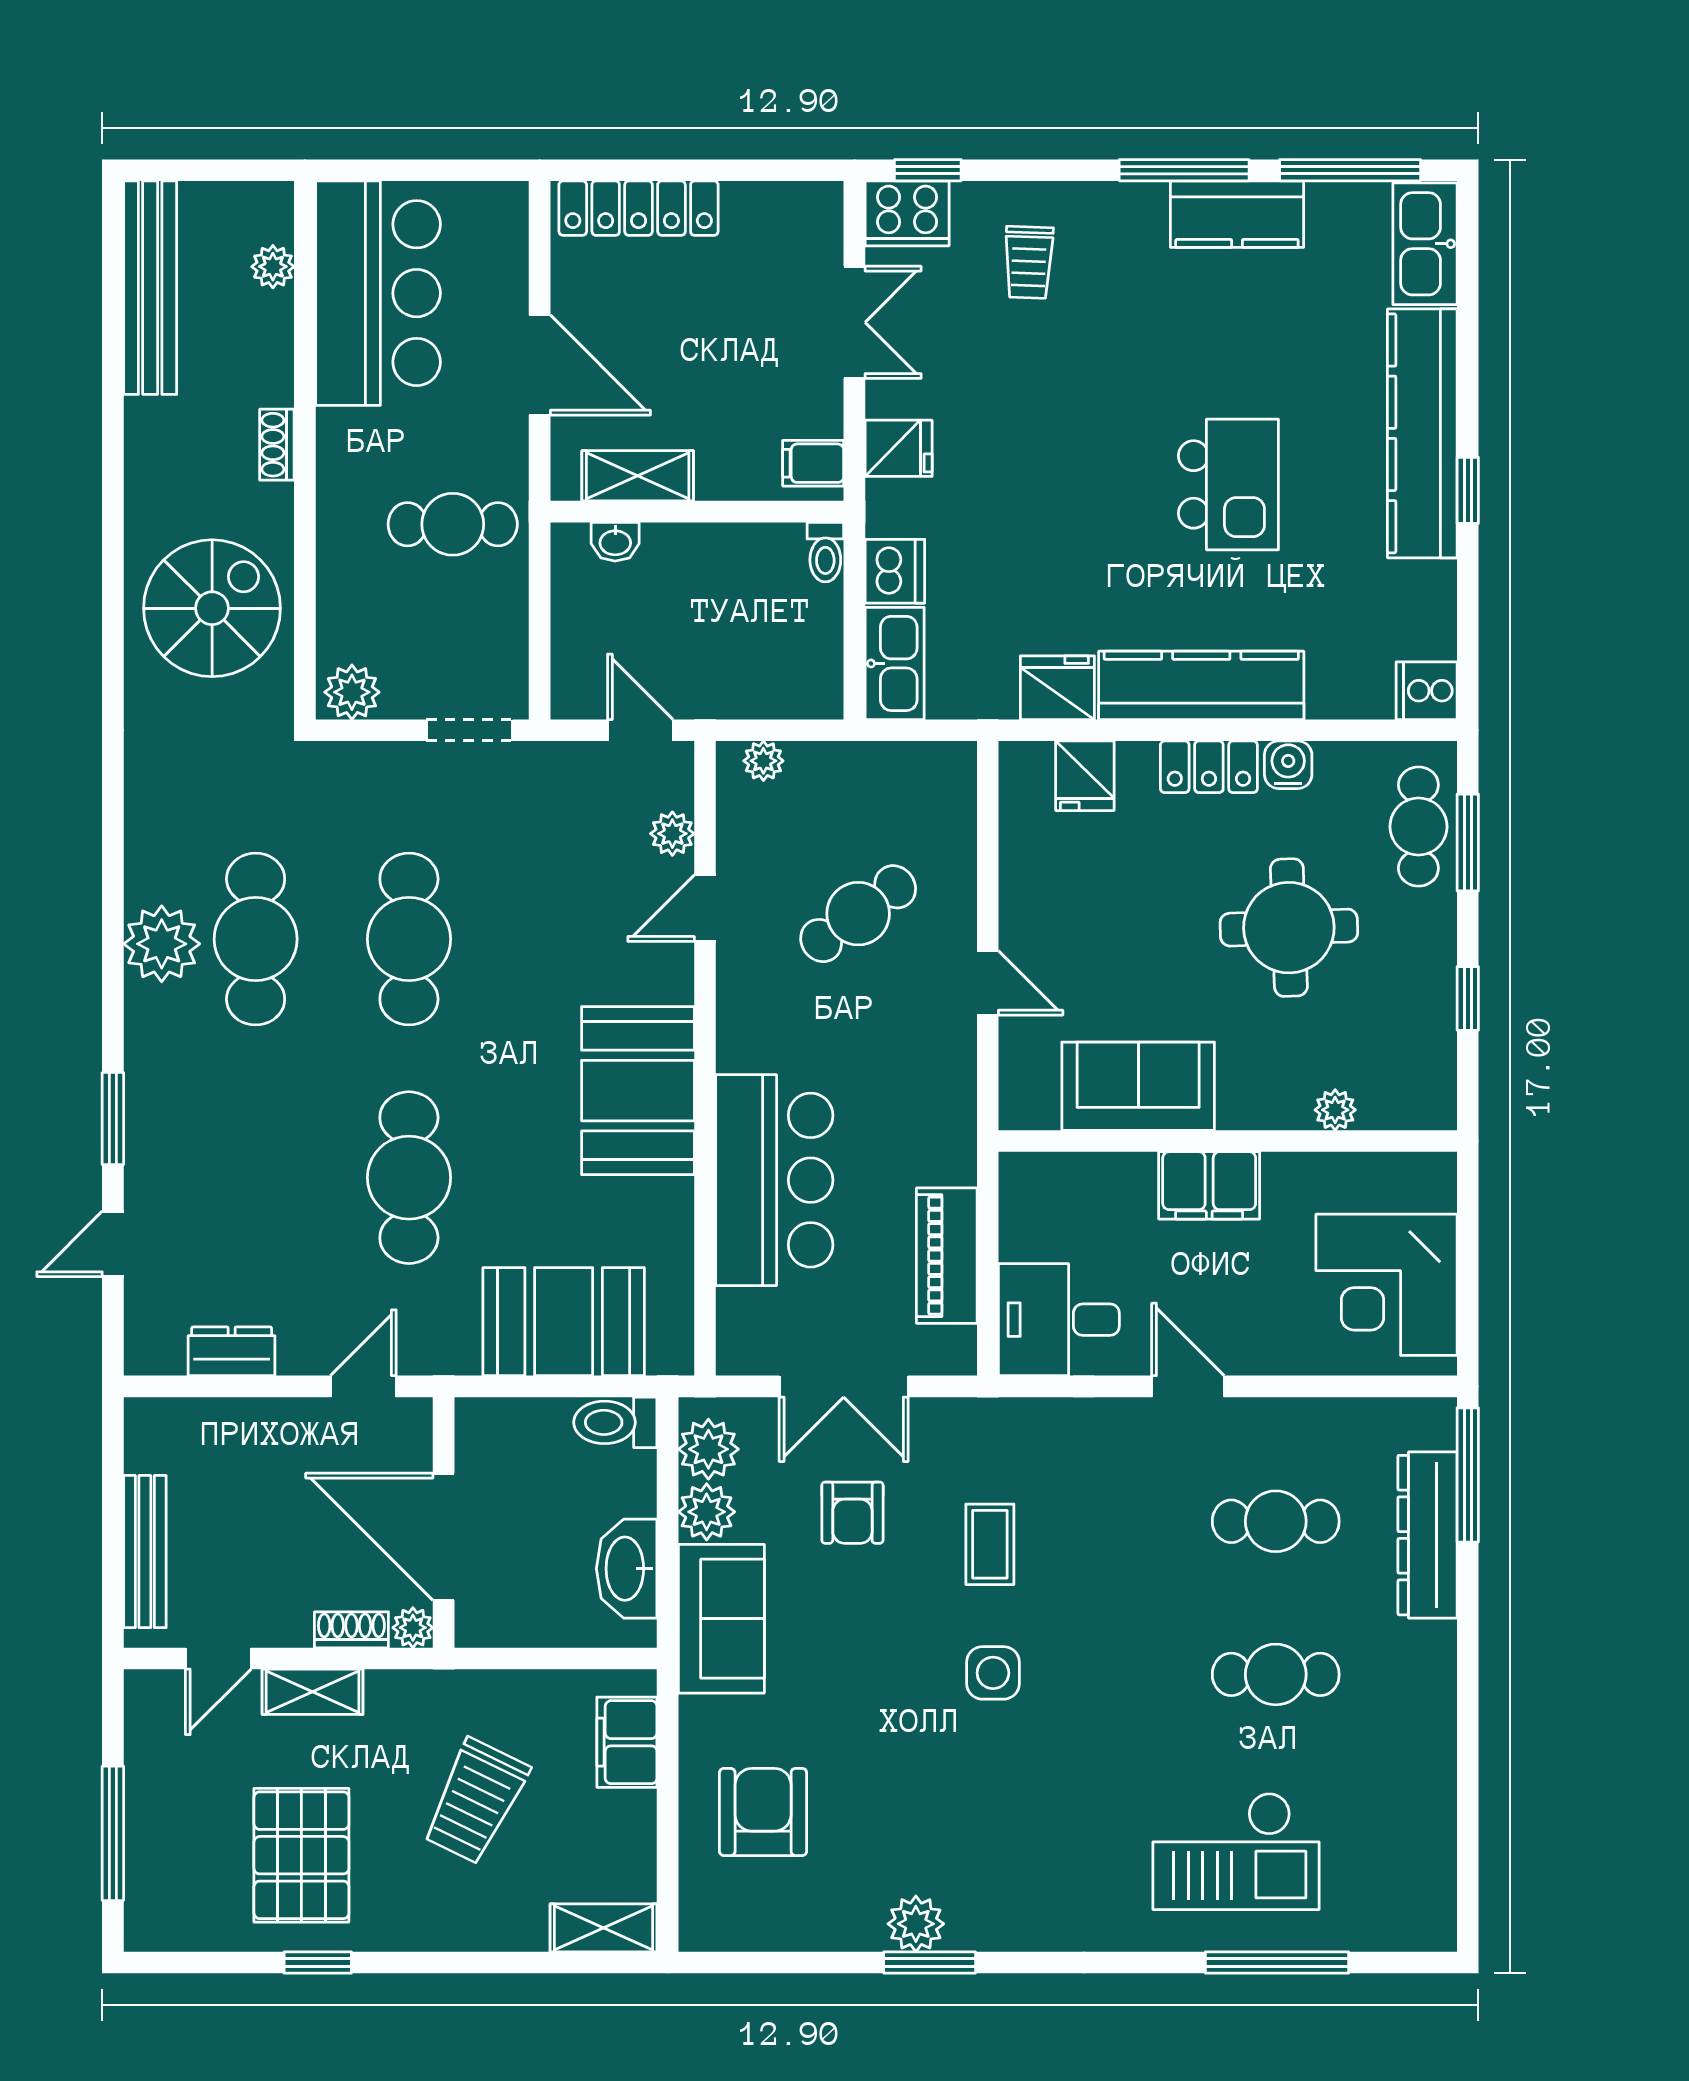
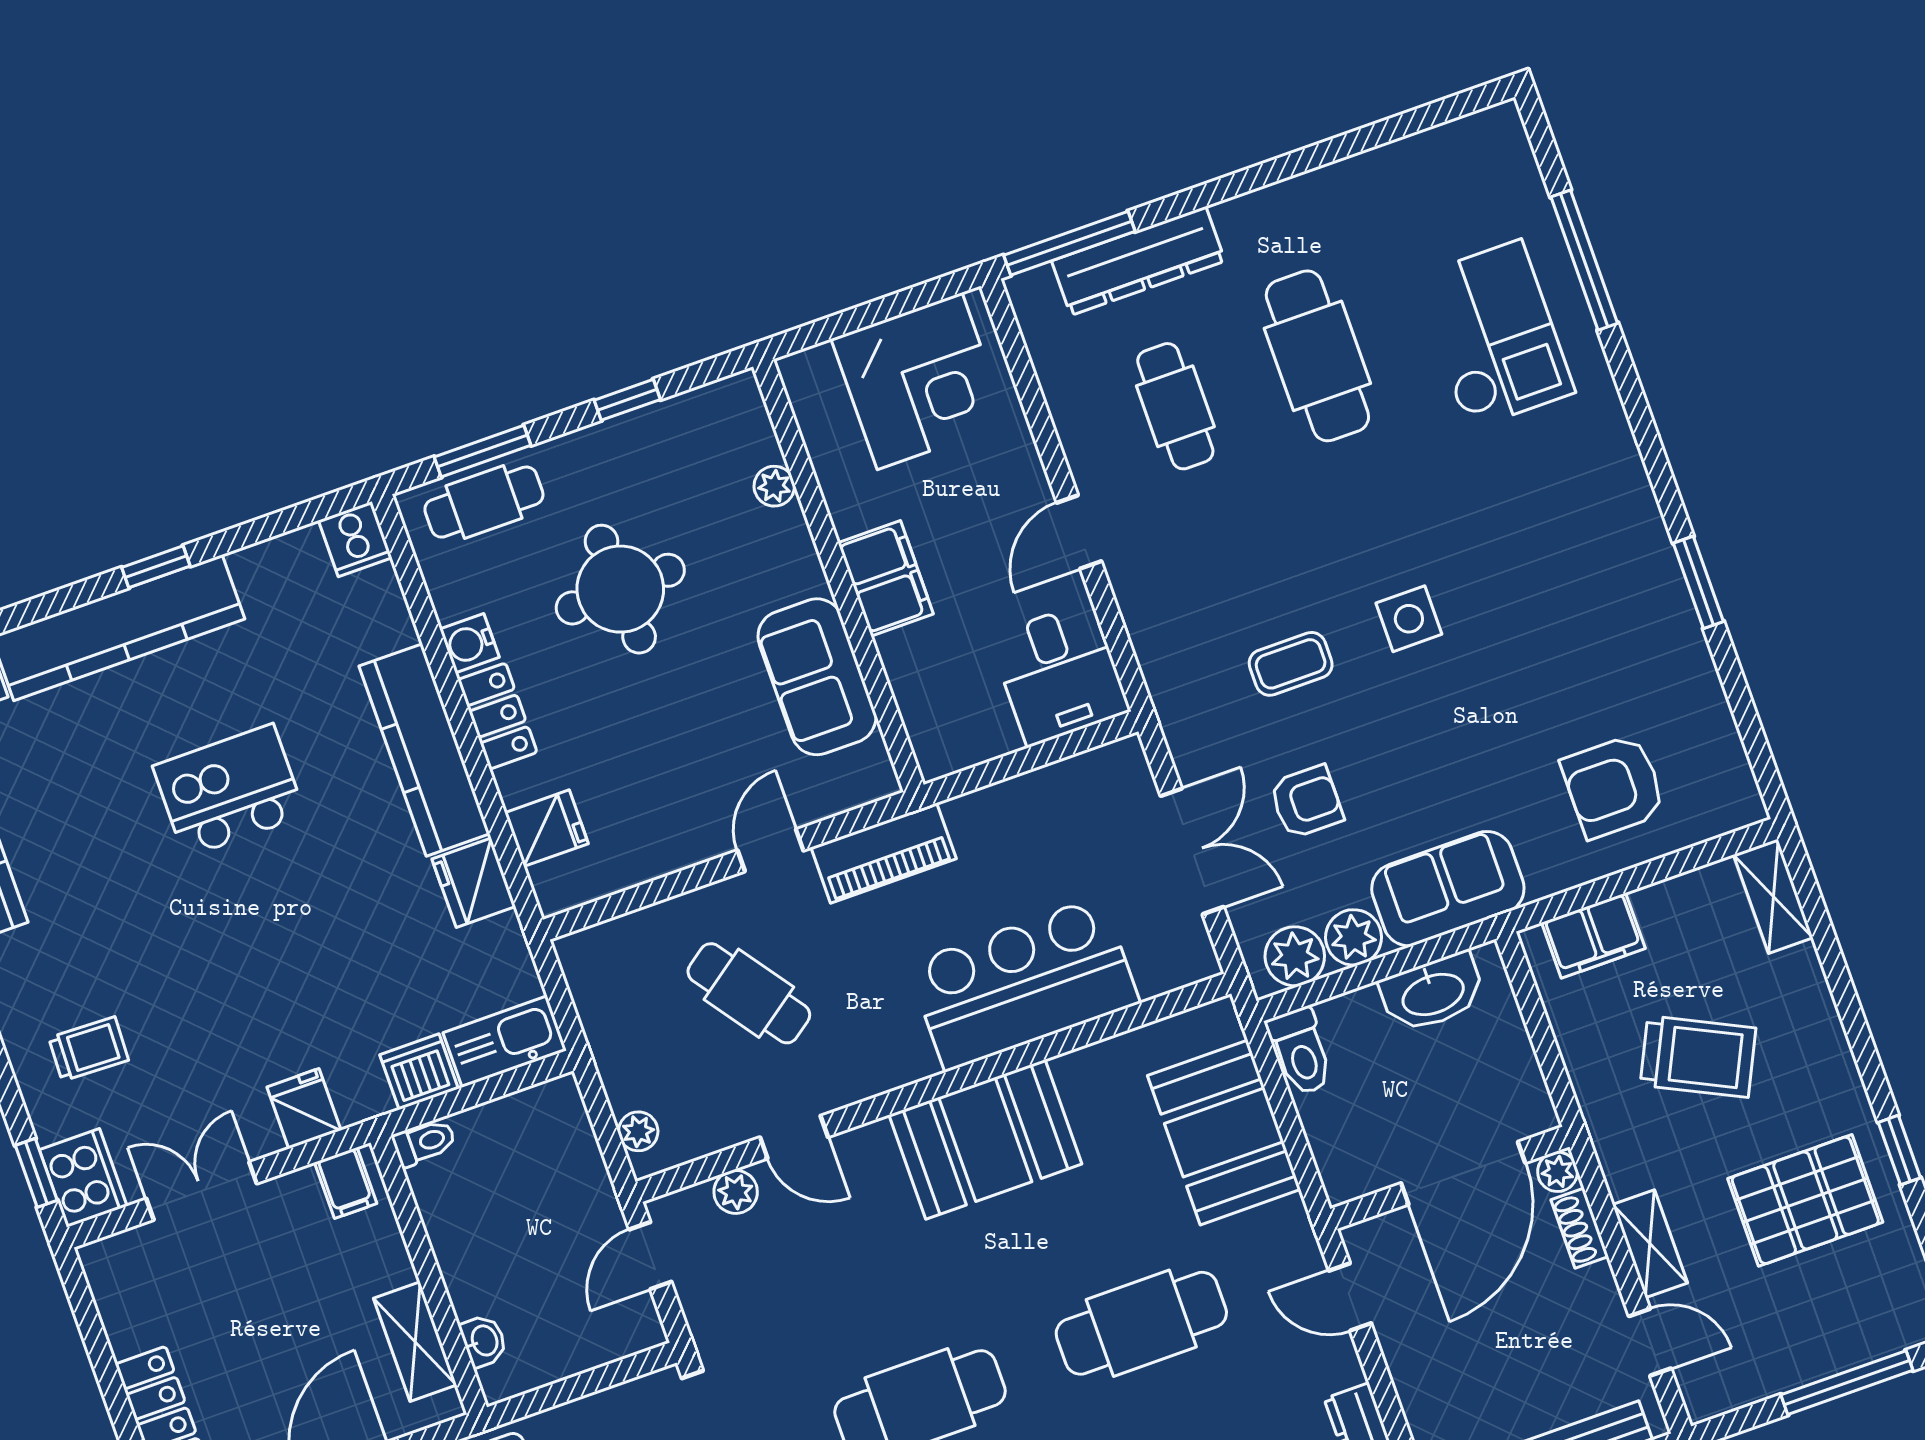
piano: (947, 1256) -> (884, 853), moved
cafe table: (1276, 1674) -> (1317, 356), width x1.37, depth x1.35
plant: (916, 1924) -> (1667, 608), removed

